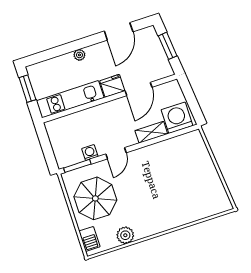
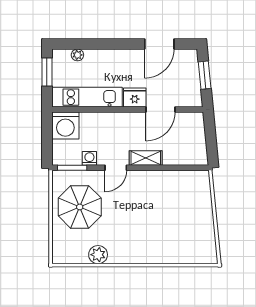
plant: (79, 55) -> (77, 55), moved
washing machine: (177, 118) -> (65, 125), moved, turned 180
shelving: (151, 132) -> (146, 158), moved
barbecue: (89, 239) -> (60, 246), removed

